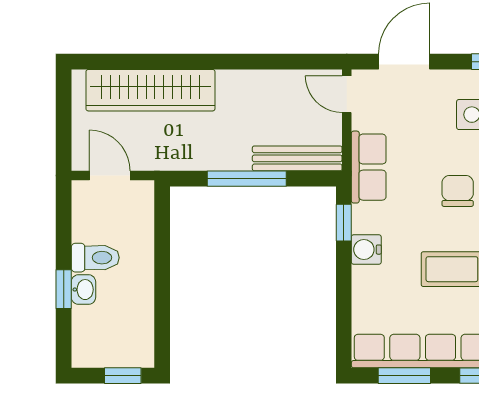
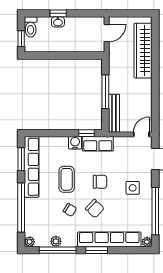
row of seats: (369, 167) -> (98, 144), moved
toilet: (95, 258) -> (31, 27), moved

